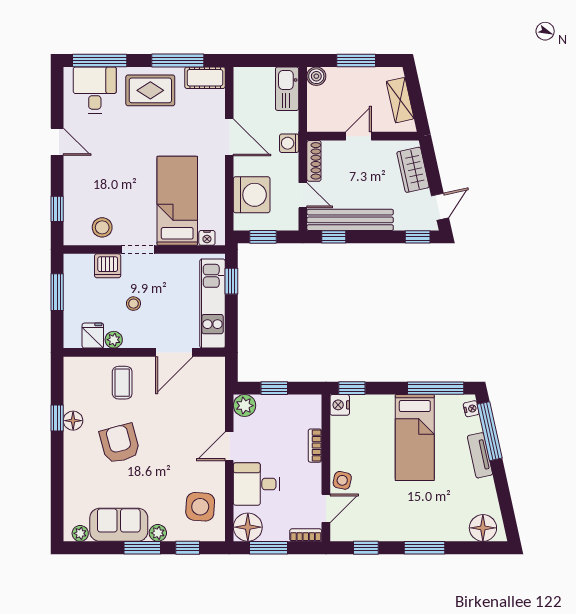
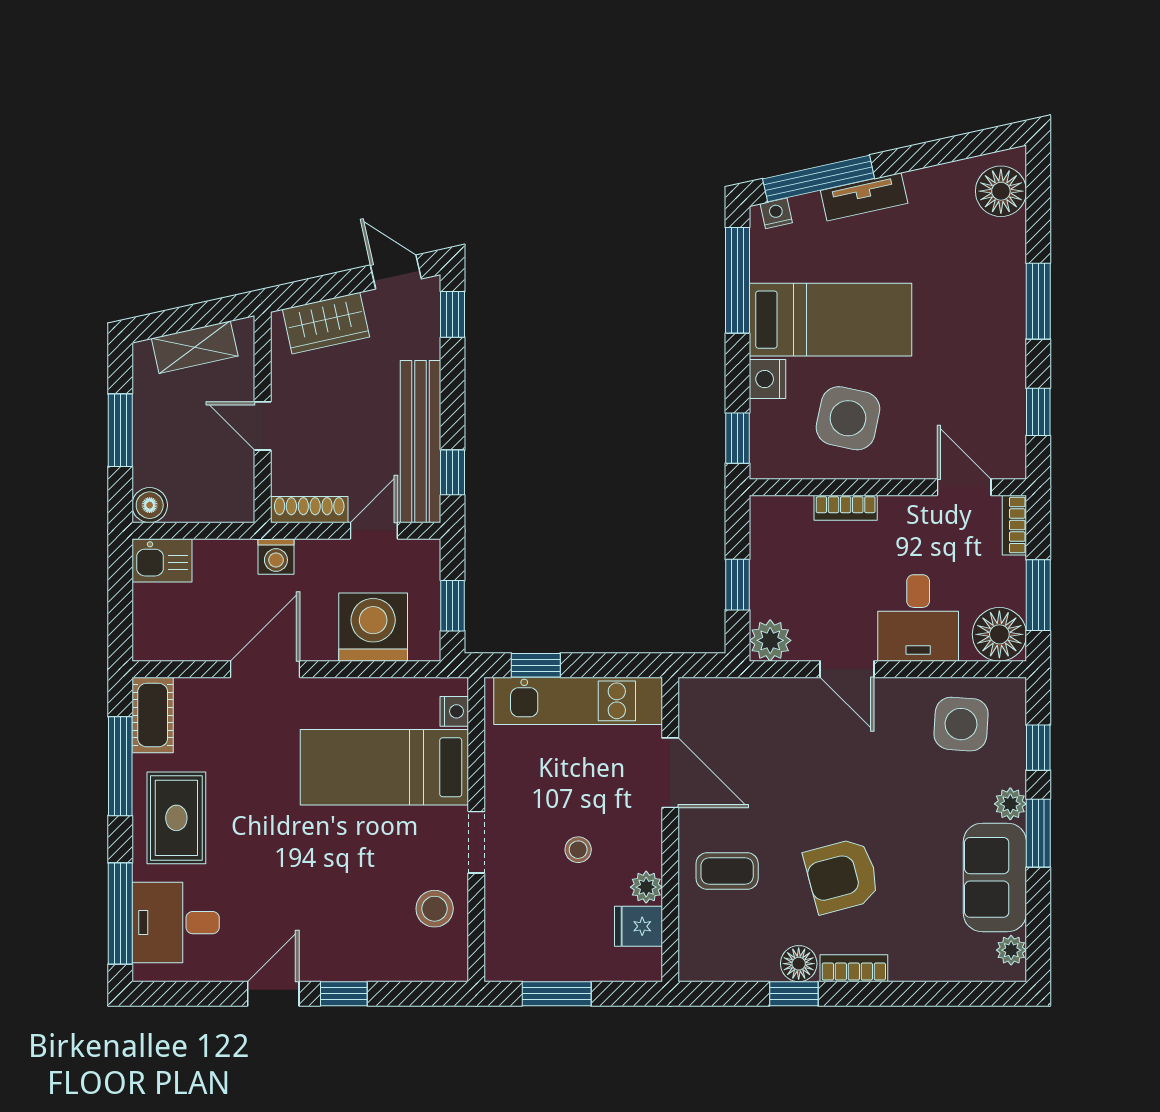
kitchen sink: (287, 89) -> (162, 560), width x0.73
window: (57, 209) -> (344, 994), moved
dishwasher: (108, 266) -> (507, 898), removed
nightstand: (340, 405) -> (767, 379), moved, turned 90
bookcase: (71, 450) -> (854, 968), added
side table: (342, 480) -> (848, 418), moved, width x1.87, depth x1.87

